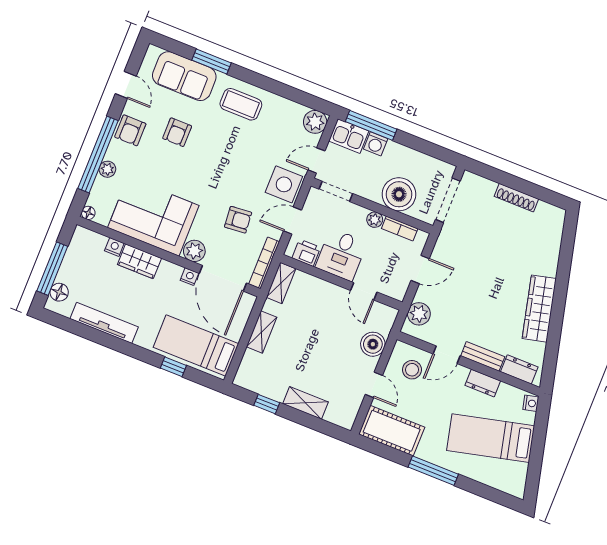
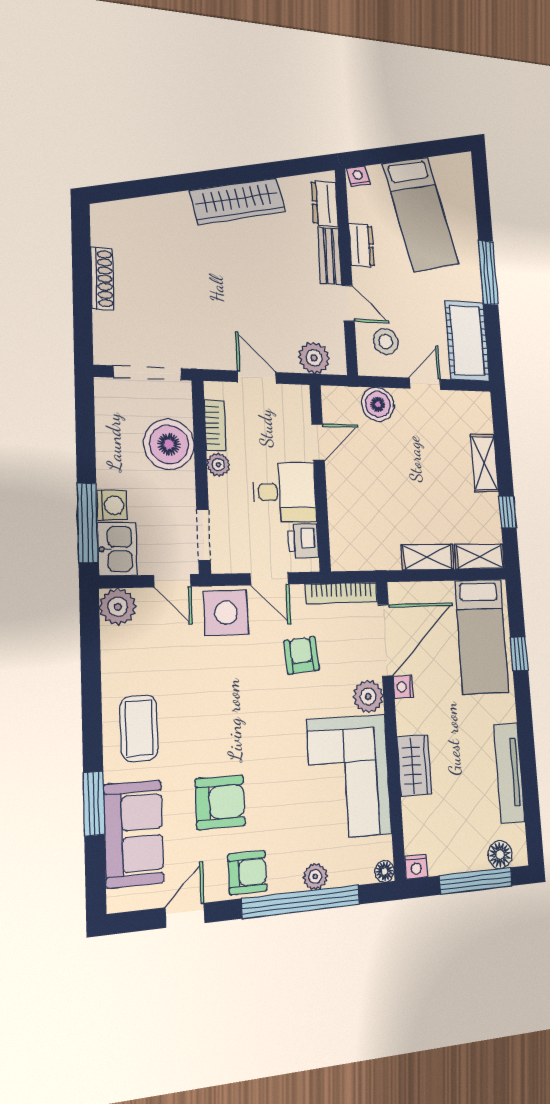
armchair: (177, 132) -> (220, 802), width x1.38, depth x1.38
nightstand: (114, 247) -> (416, 867), moved, turned -90
shelving: (281, 283) -> (480, 557), moved

